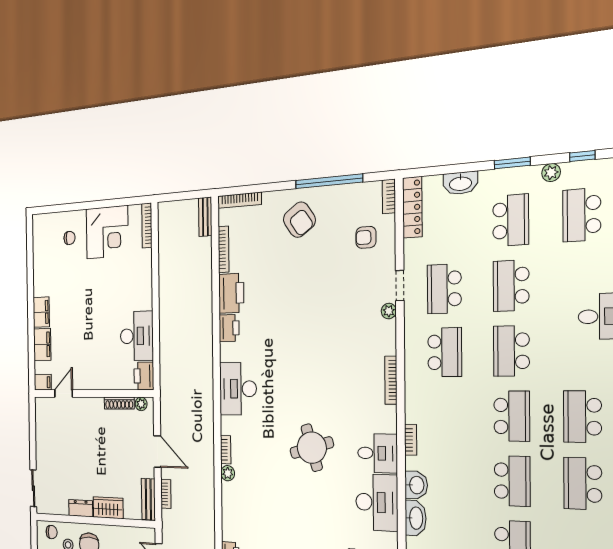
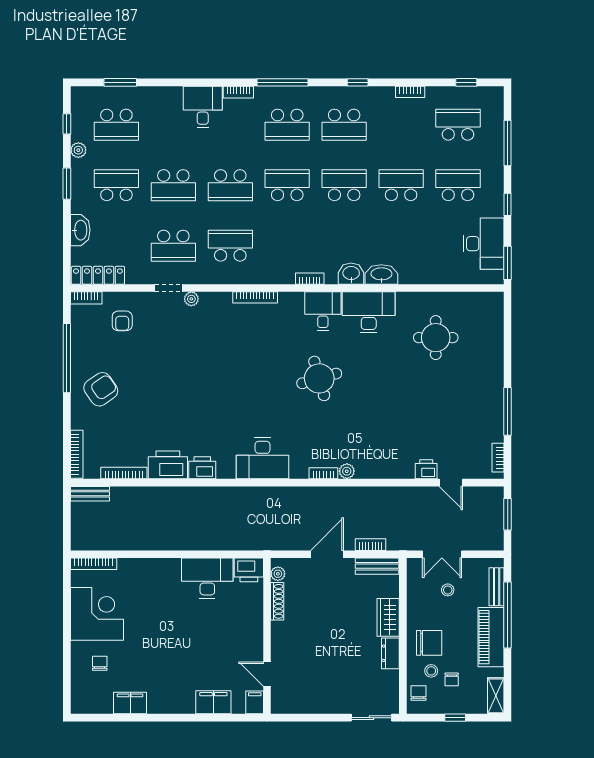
filing cabinet: (41, 312) -> (130, 703), moved

